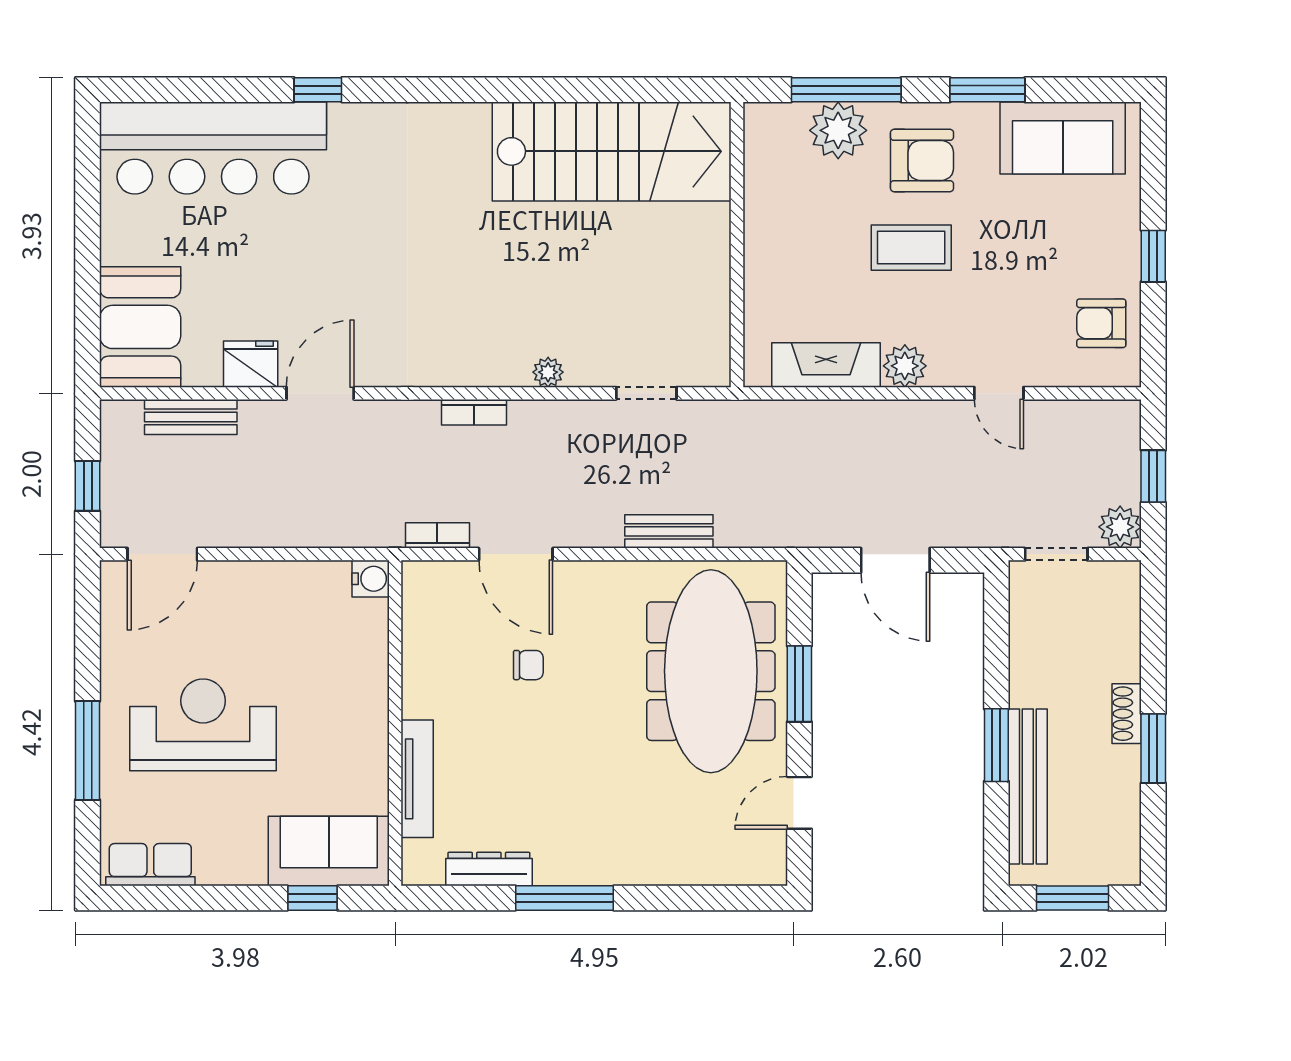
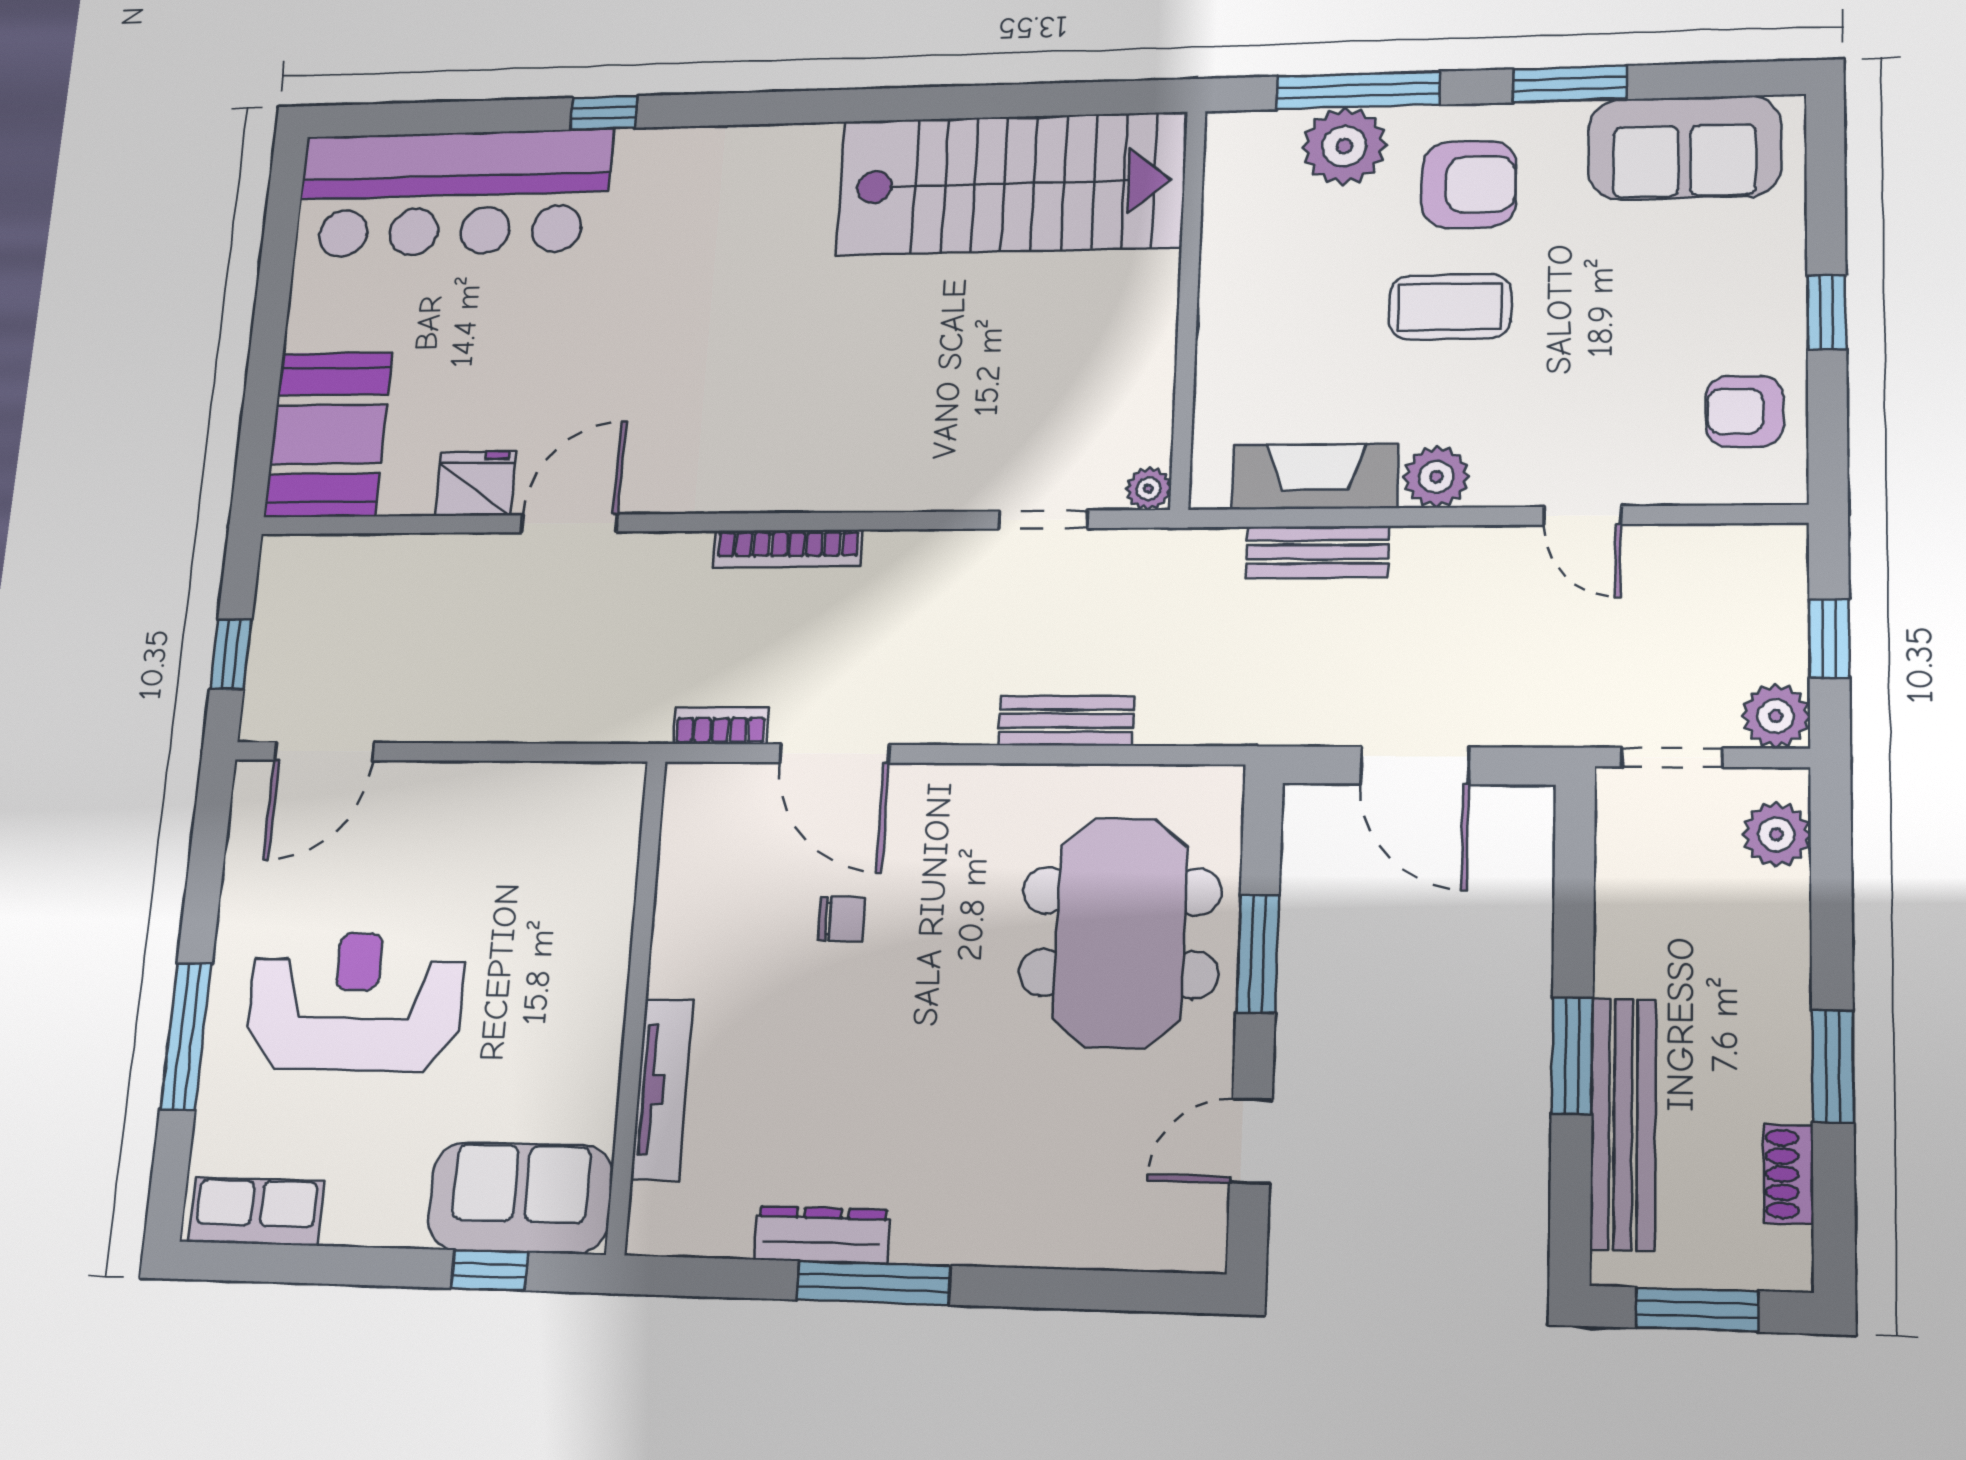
plant: (548, 372) -> (1148, 489), moved
bookcase: (474, 412) -> (788, 549), width x1.56
bench: (191, 417) -> (1317, 552), moved
water cooler: (371, 579) -> (618, 788), removed
plant: (1120, 603) -> (1776, 834), added
meeting table: (711, 671) -> (1120, 932), width x0.73
shoe rack: (1127, 714) -> (1789, 1174), moved
dresser: (489, 869) -> (822, 1235), moved

